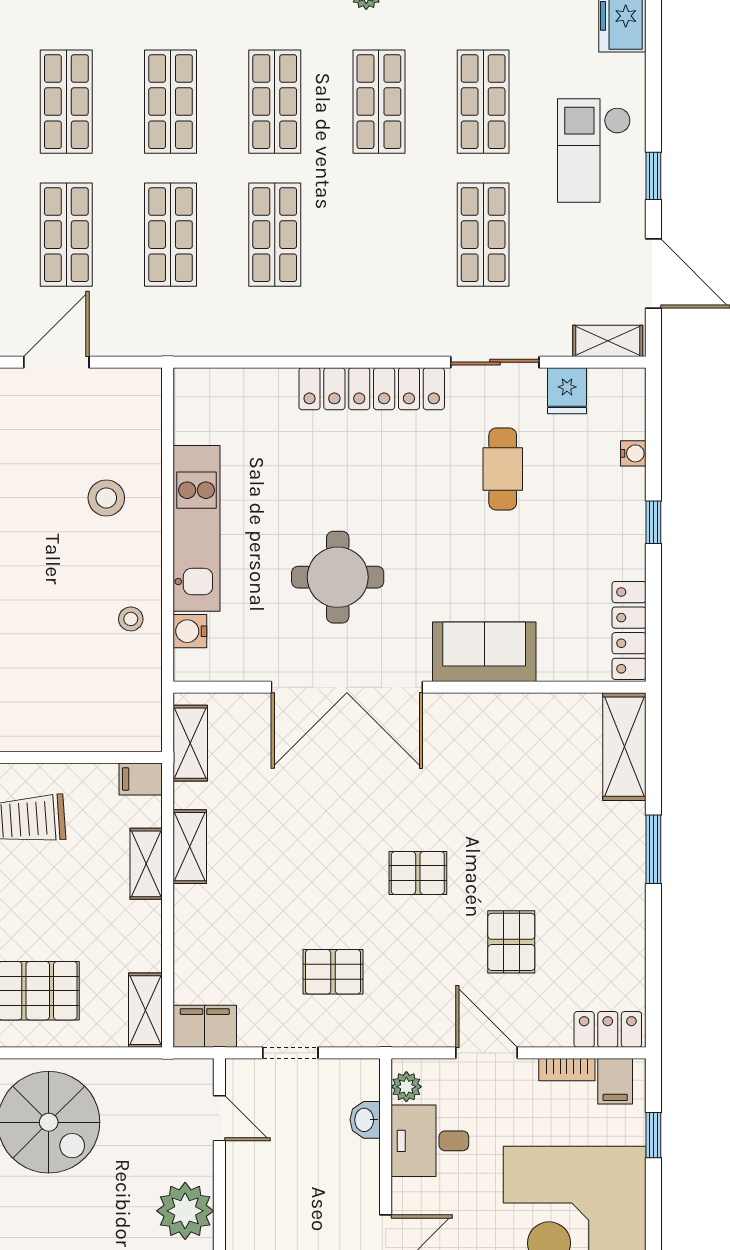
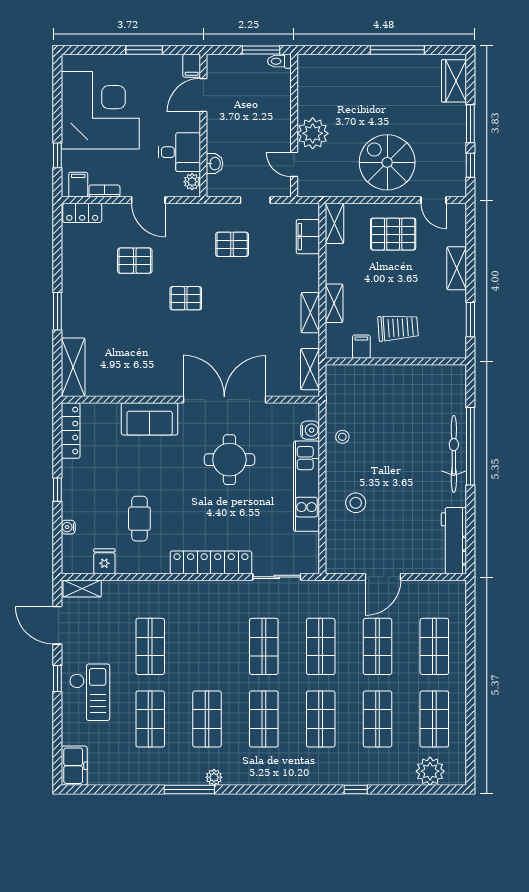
sliding door: (495, 362) -> (277, 577), moved
filing cabinet: (141, 779) -> (361, 347), moved, turned -90
pallet: (511, 942) -> (135, 261), turned 90
filing cabinet: (205, 1026) -> (308, 237), moved, turned 90
plant: (185, 1211) -> (313, 133), moved

